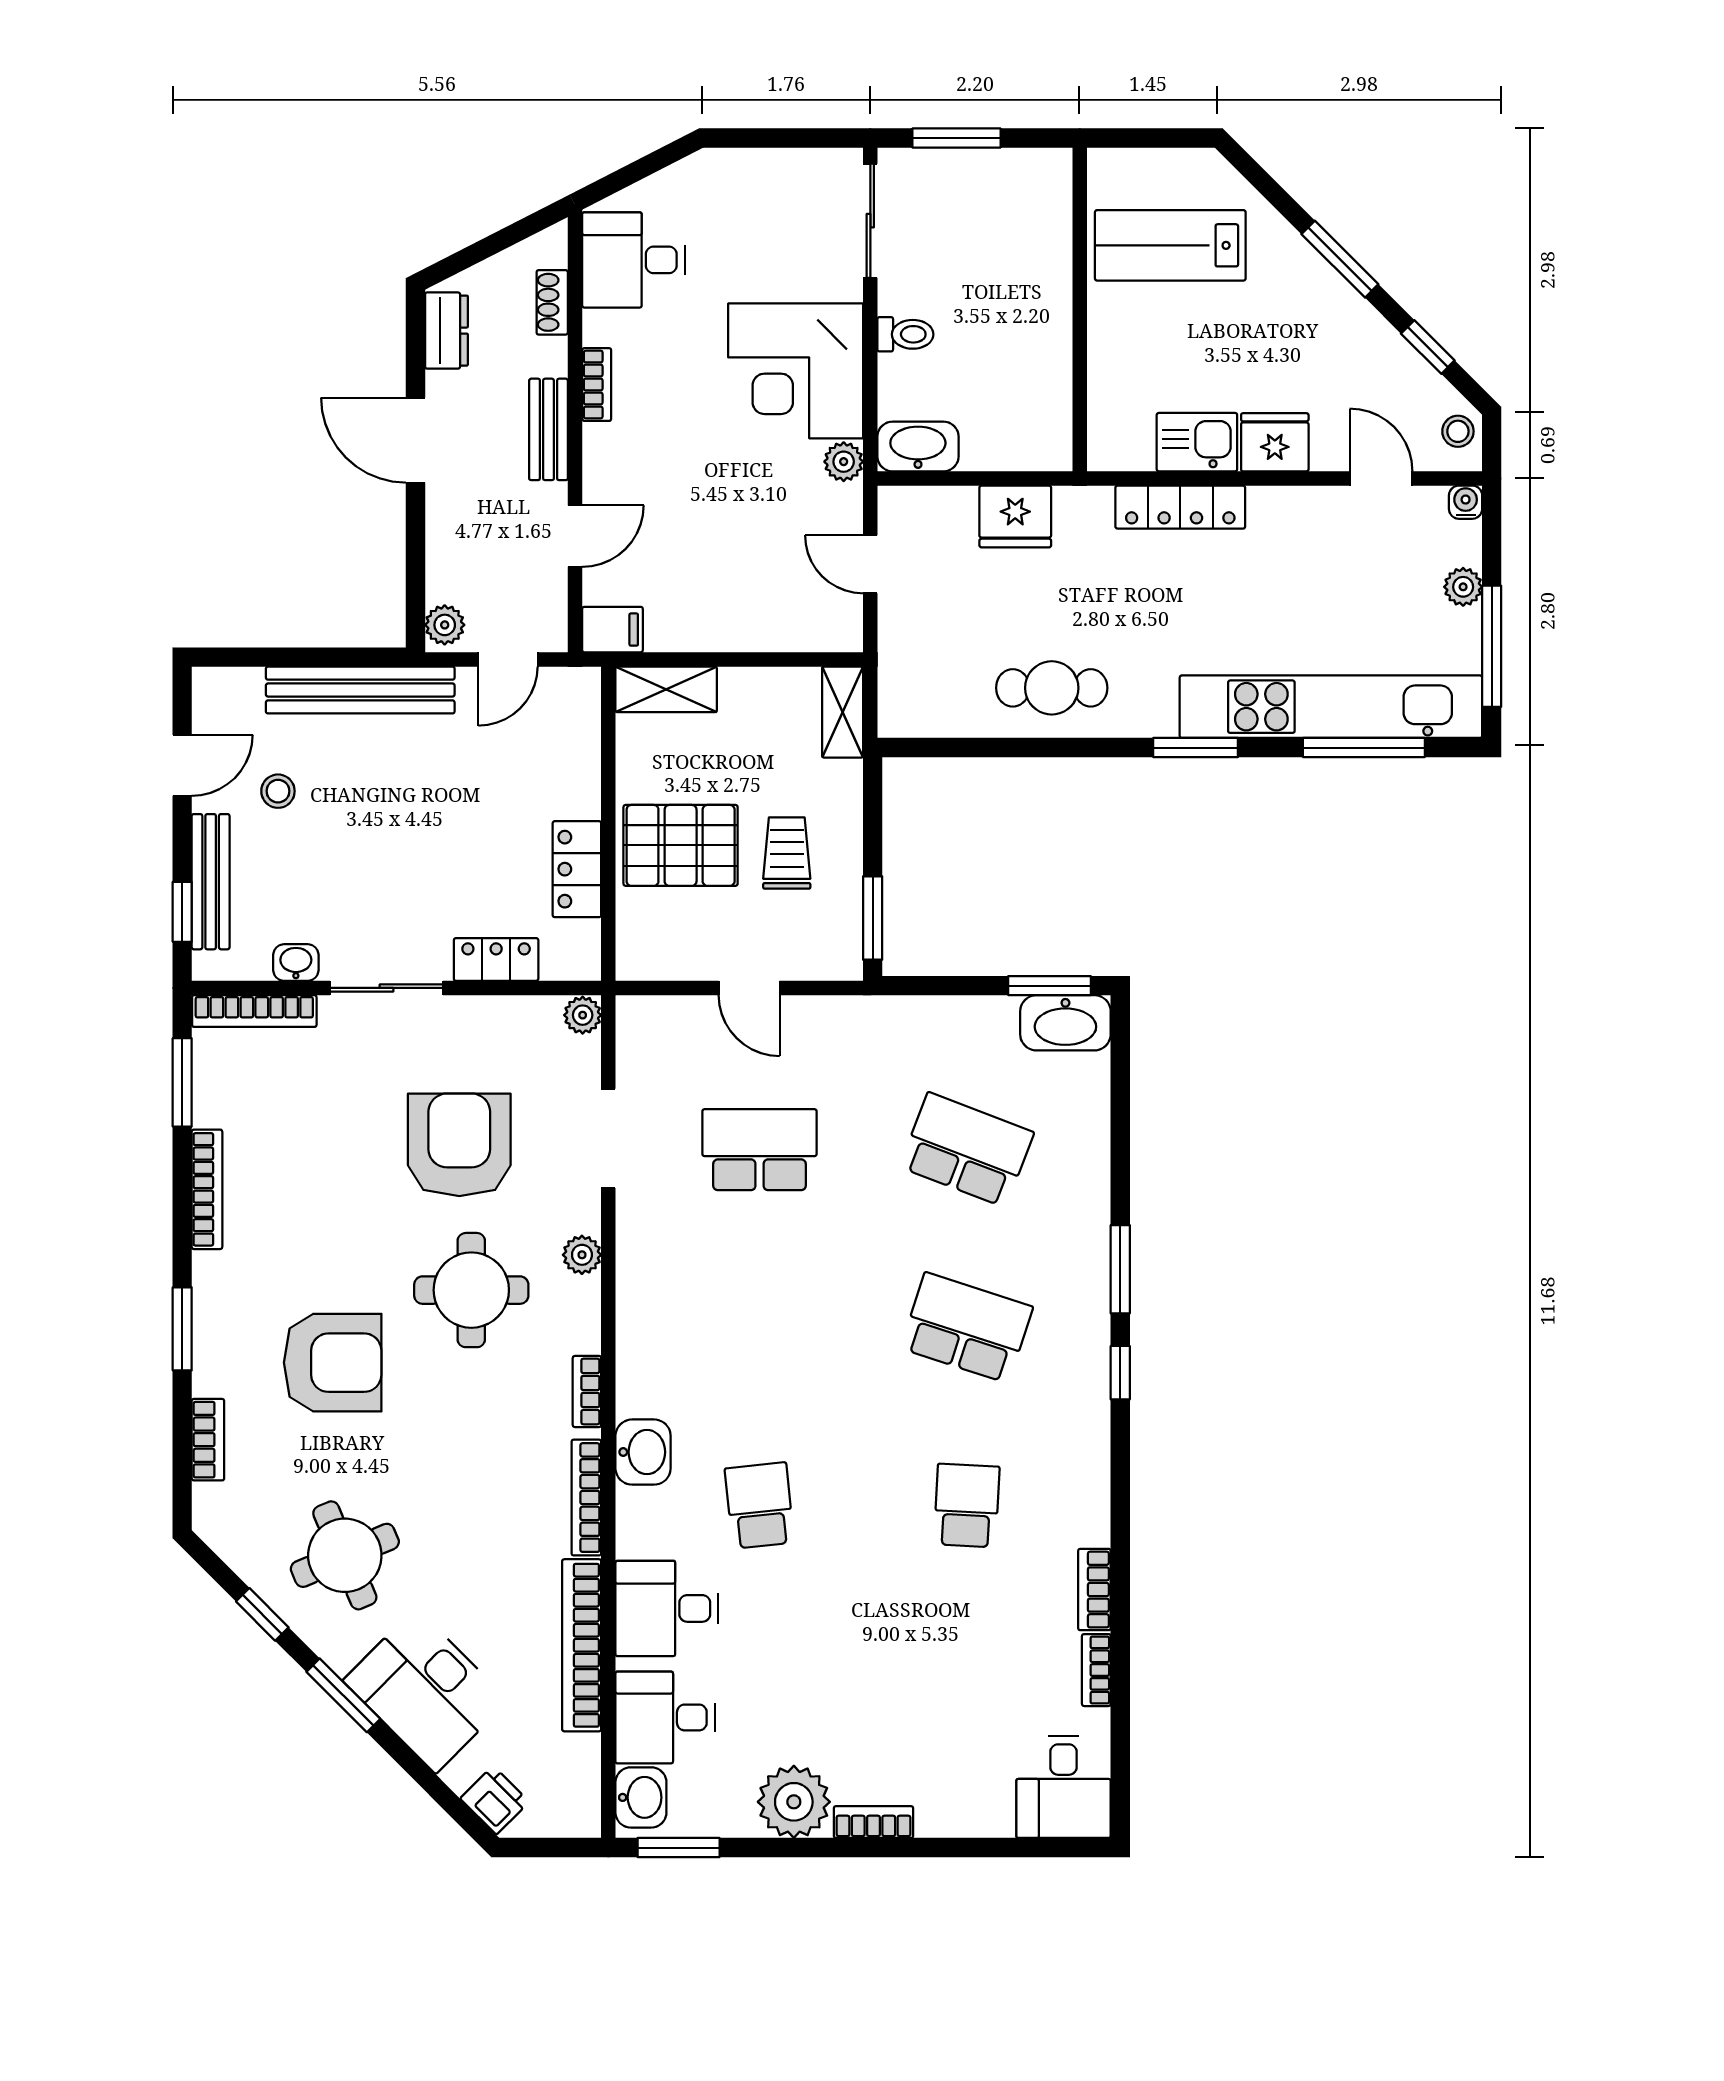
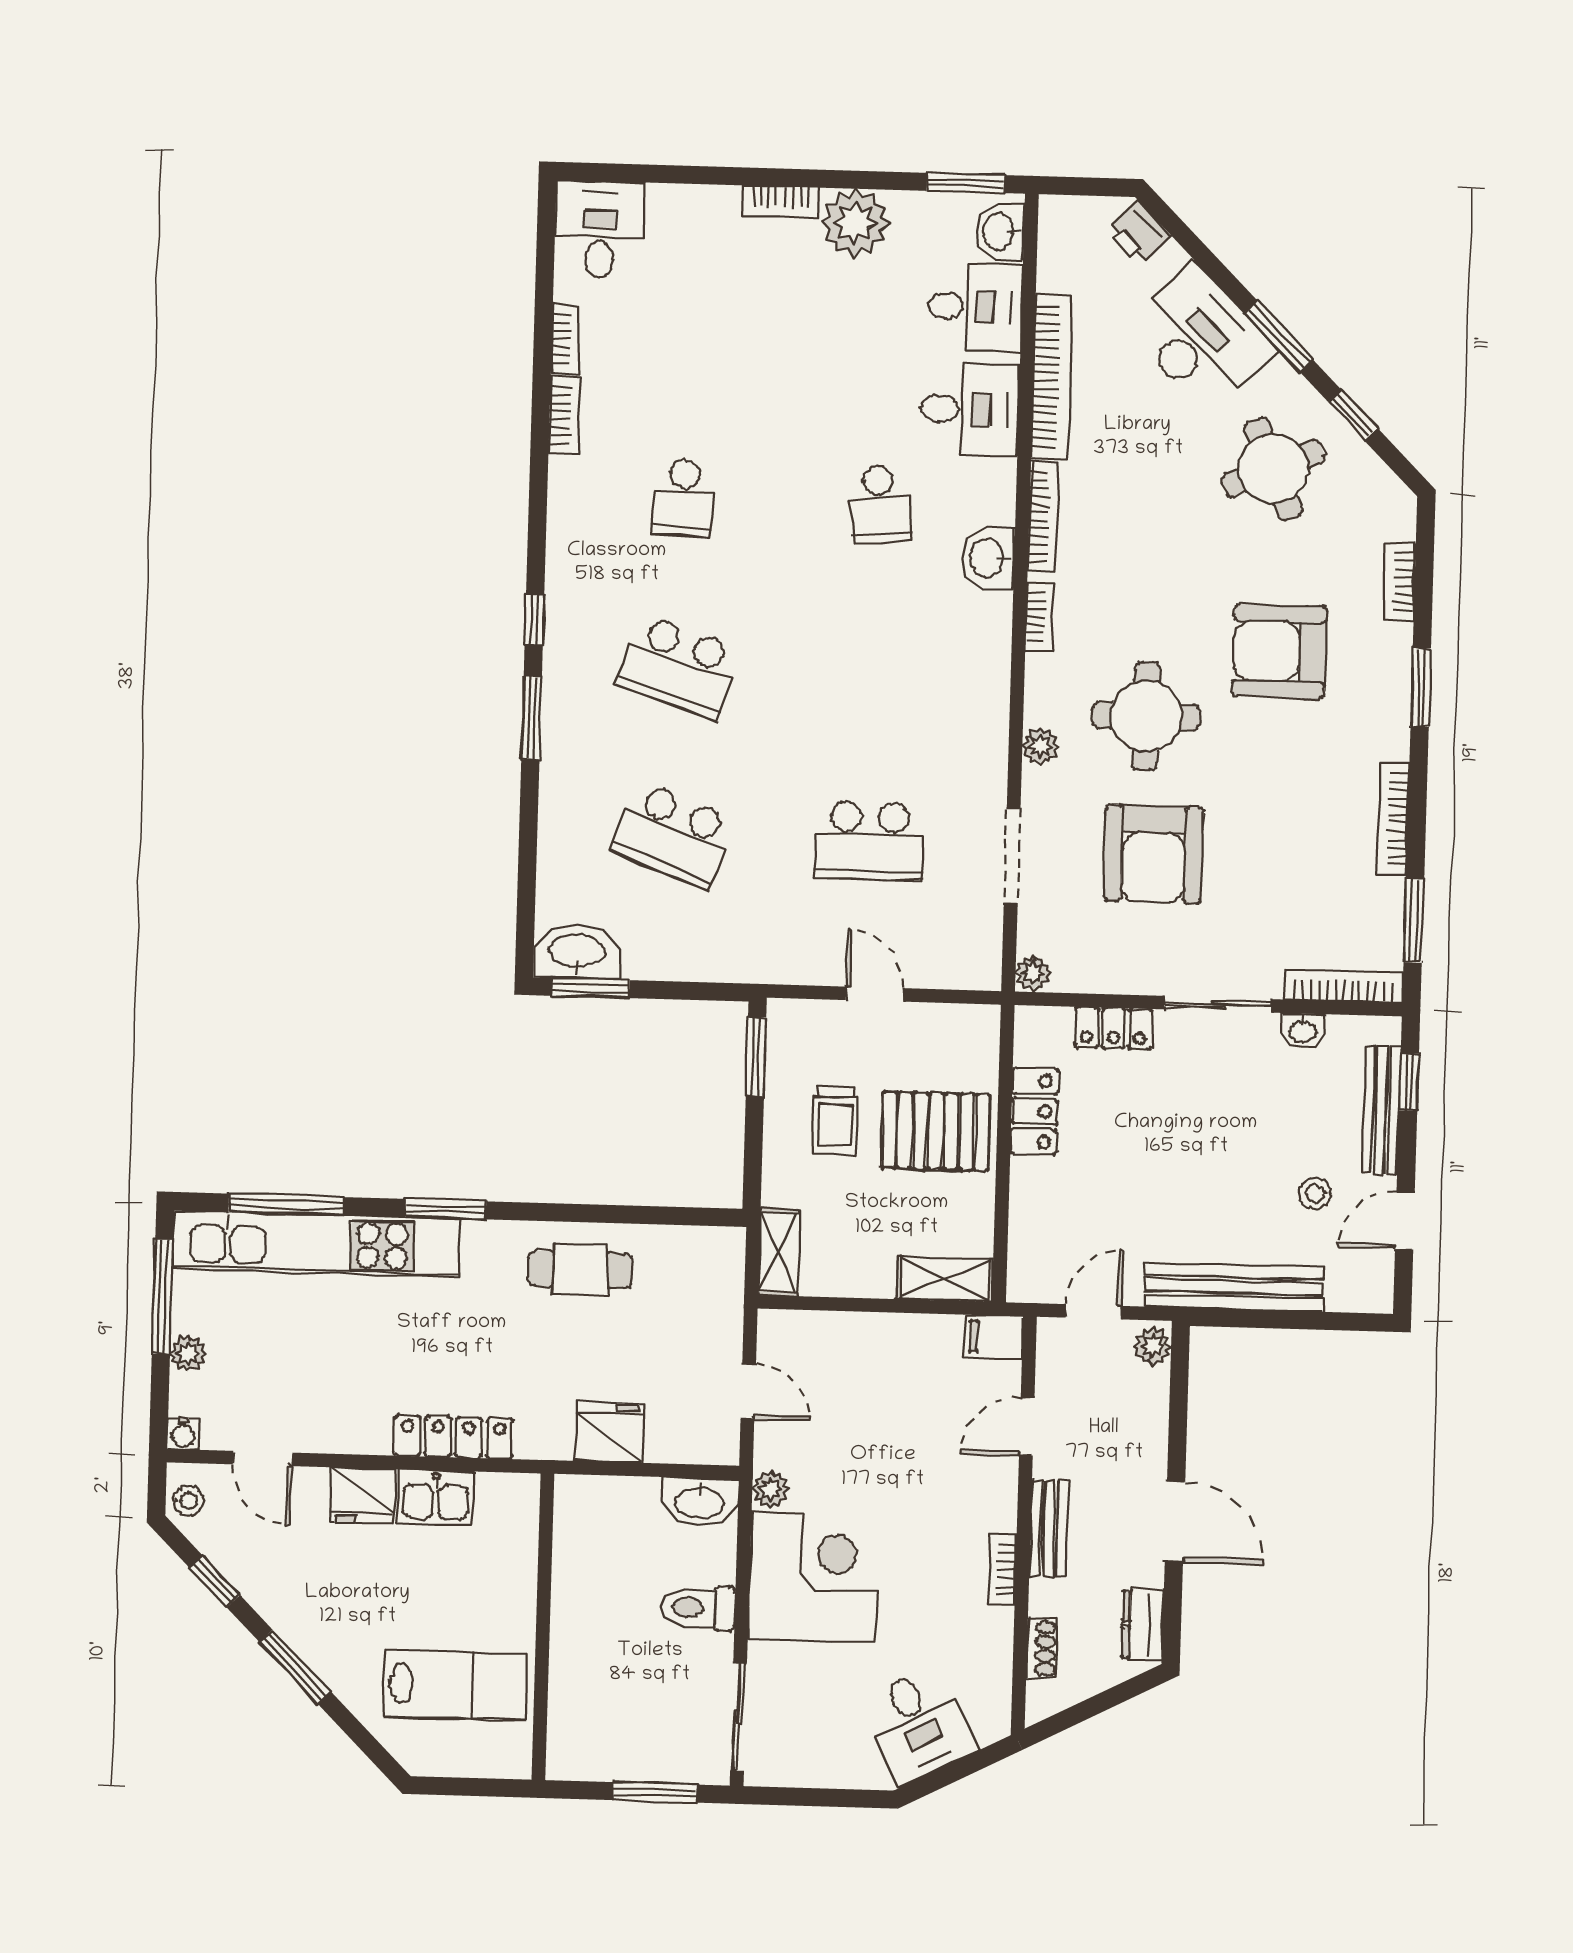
desk: (634, 260) -> (919, 1725), moved, turned 63
toilet: (905, 334) -> (698, 1608), width x1.37, depth x1.39

